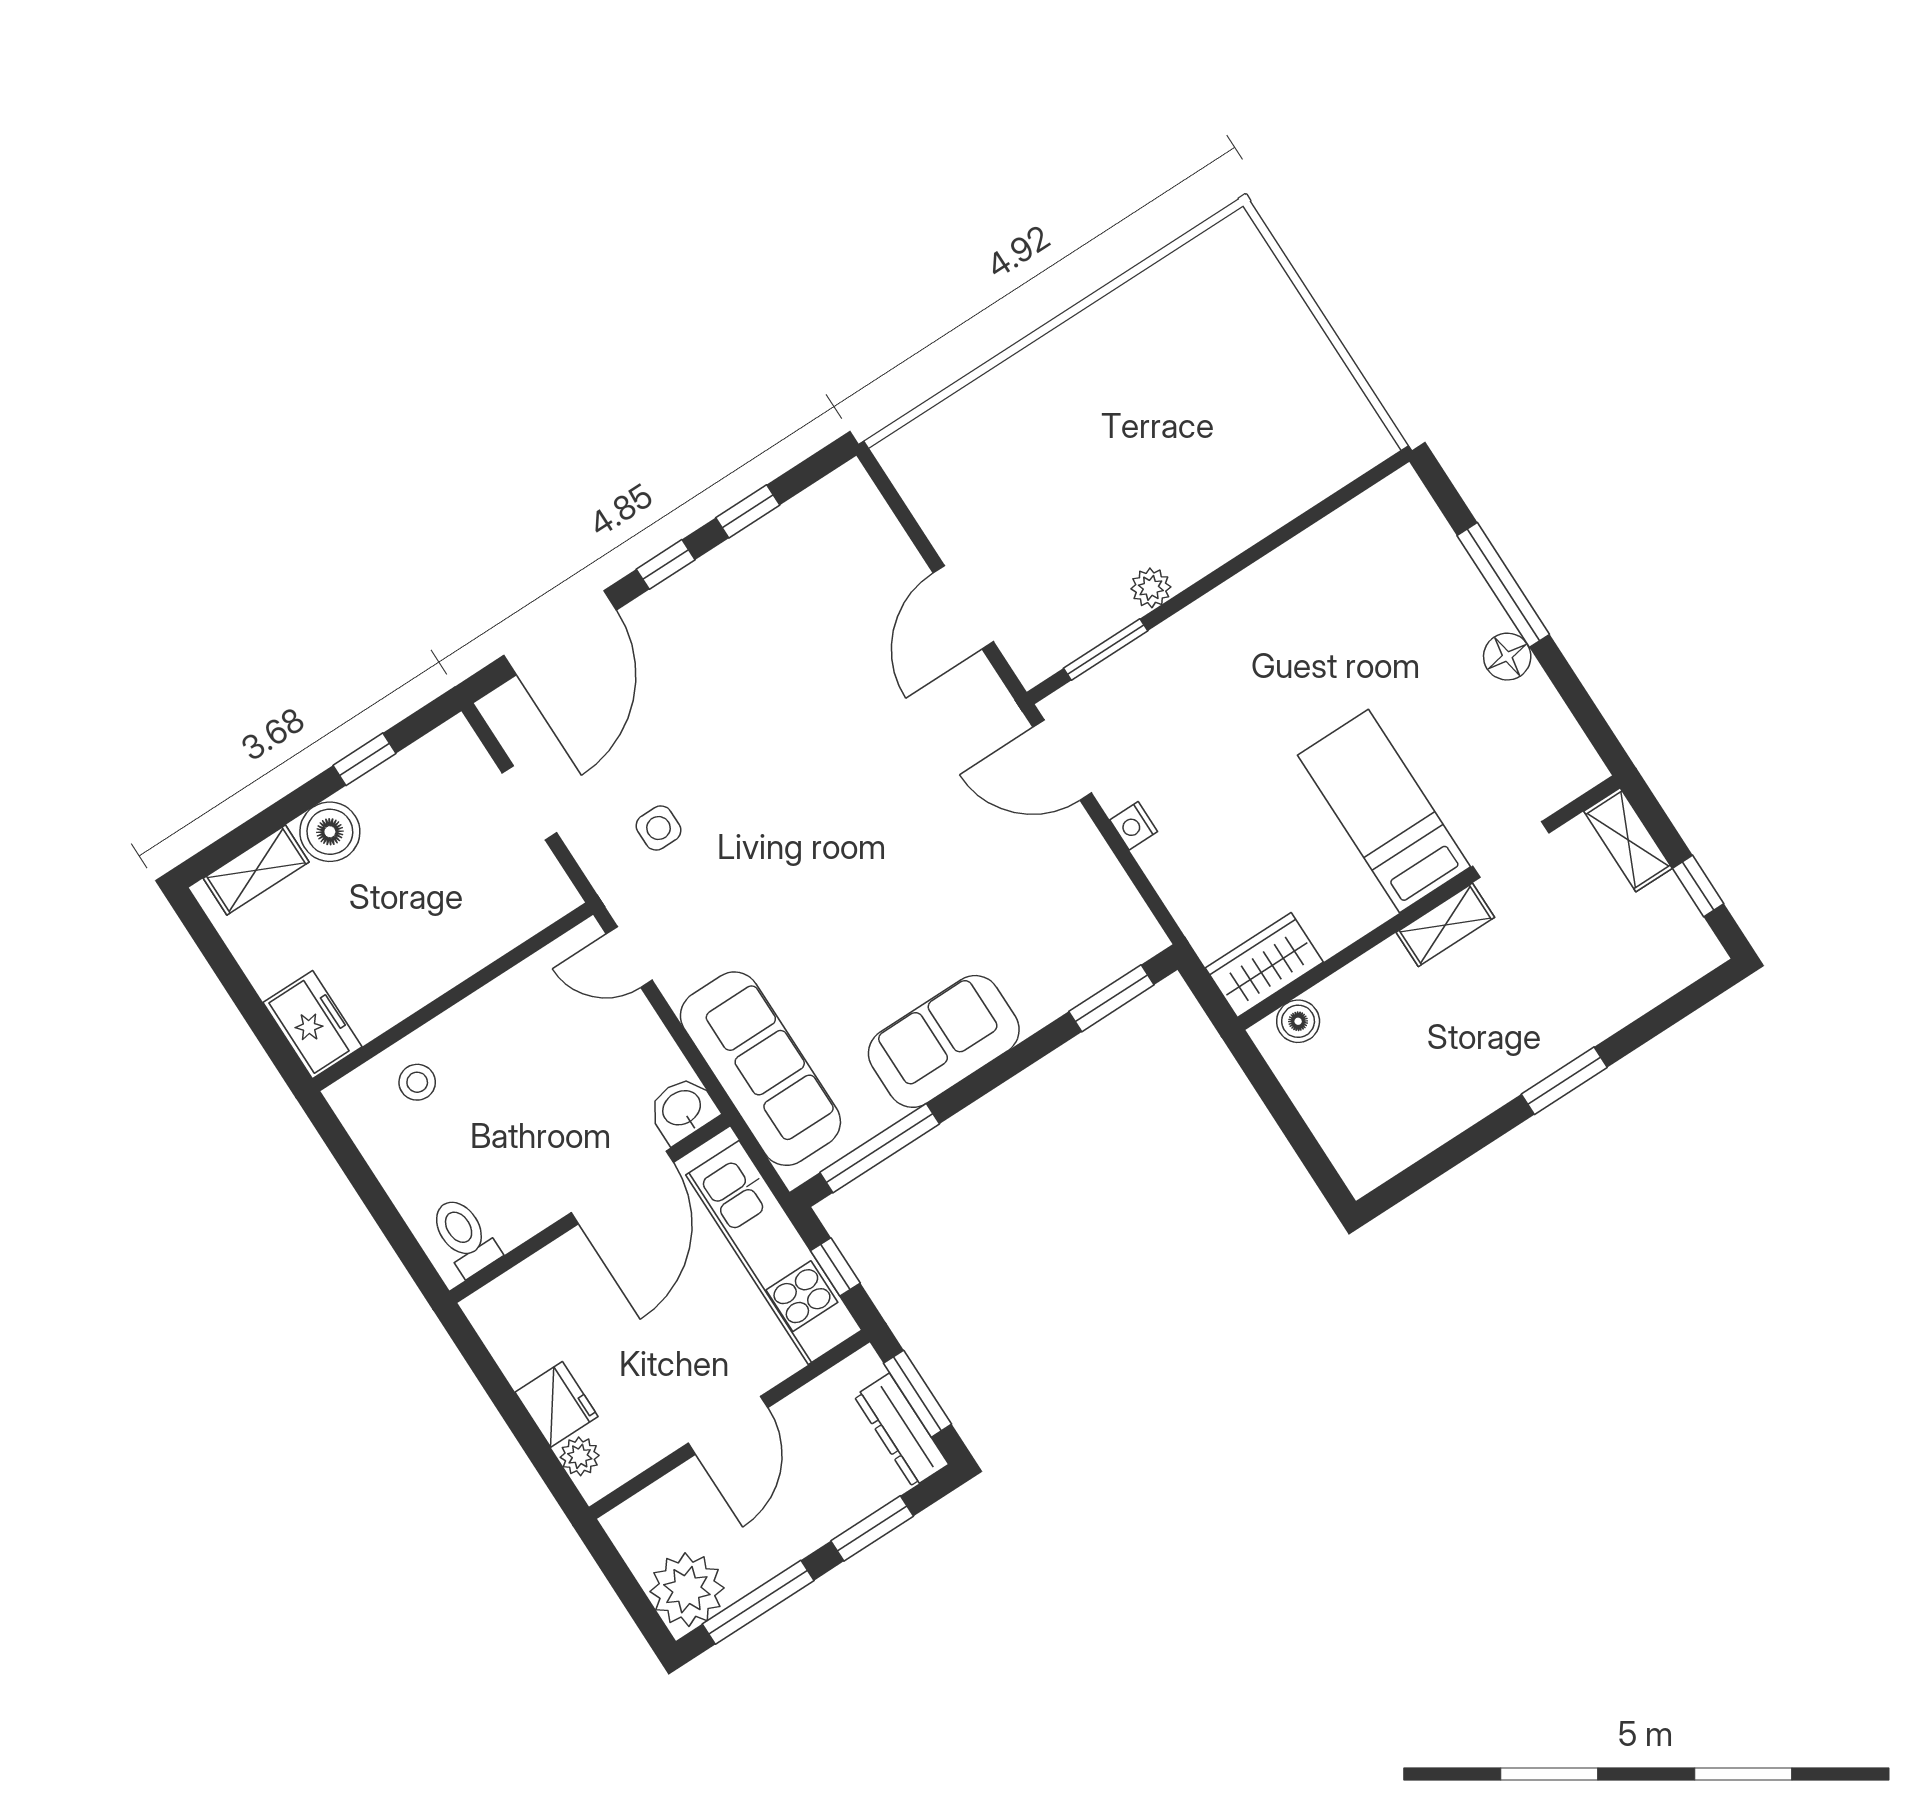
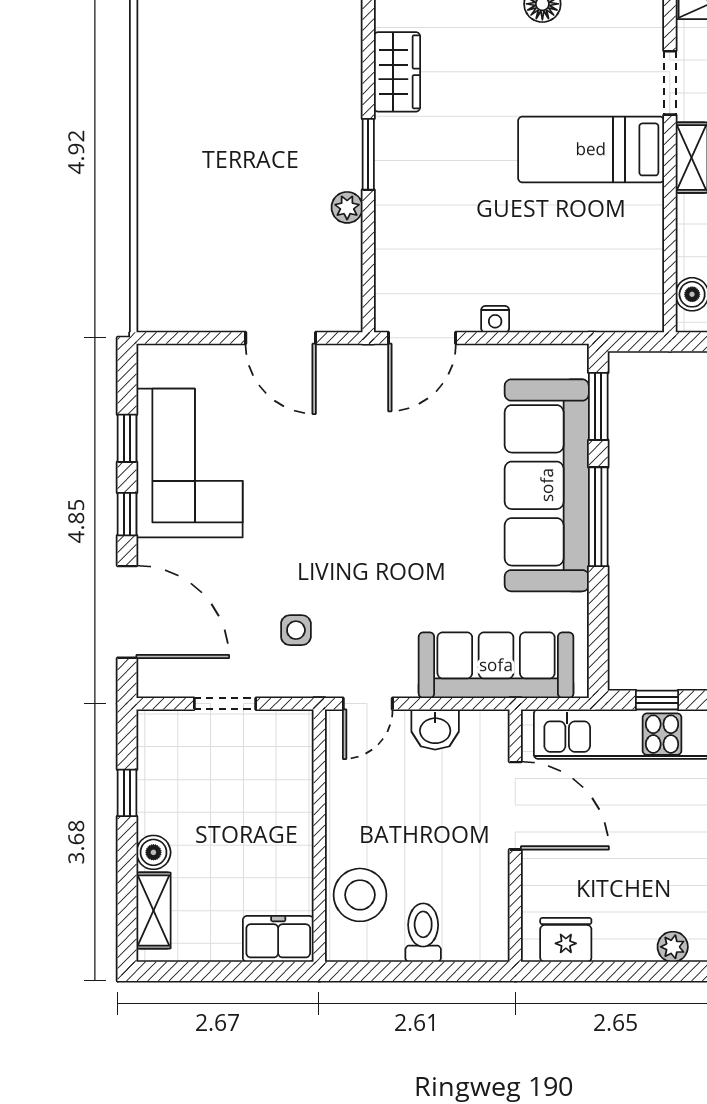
corner sofa: (765, 596) -> (190, 463), added
window: (1106, 650) -> (368, 154), moved
boiler: (330, 832) -> (153, 852), width x0.73, depth x0.73
wardrobe: (1264, 965) -> (397, 72), moved, turned 180
sofa: (944, 1041) -> (547, 485), width x1.85, depth x1.27
stool: (417, 1082) -> (360, 895), width x1.89, depth x1.89
washbasin: (682, 1109) -> (435, 730), moved, turned -90
window: (880, 1148) -> (598, 517), moved
toilet: (464, 1236) -> (423, 933), moved, turned 90
fridge: (557, 1404) -> (566, 940), moved

